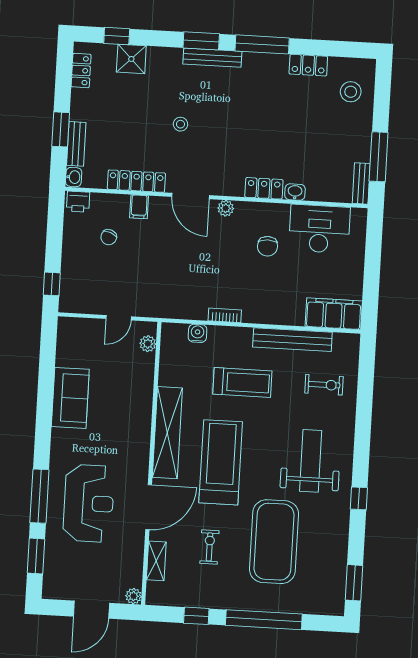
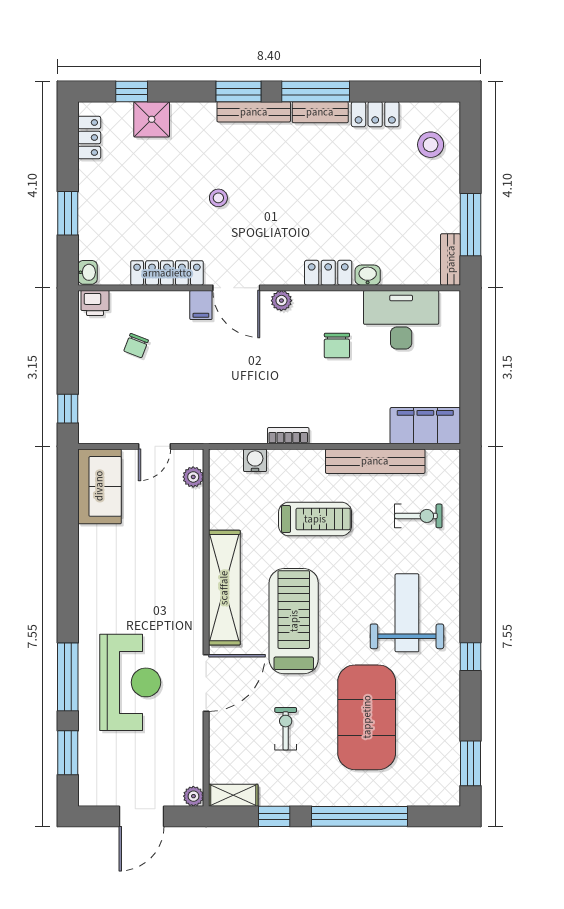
bench: (76, 144) -> (320, 112), moved, turned 90
filing cabinet: (139, 207) -> (201, 305), moved
sofa: (70, 398) -> (99, 486), moved
shelving: (156, 561) -> (233, 795), moved, turned 90

